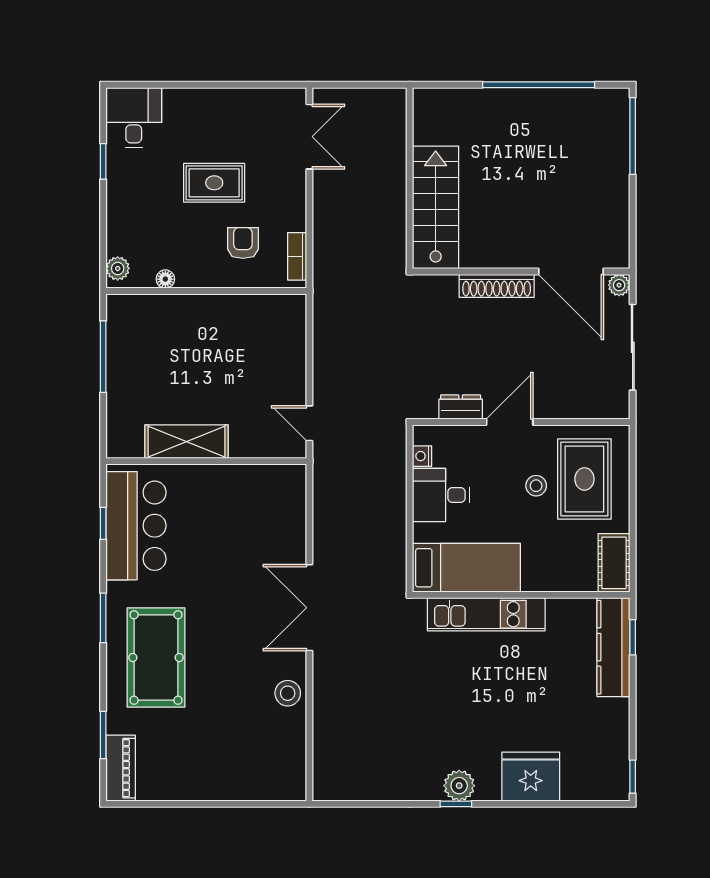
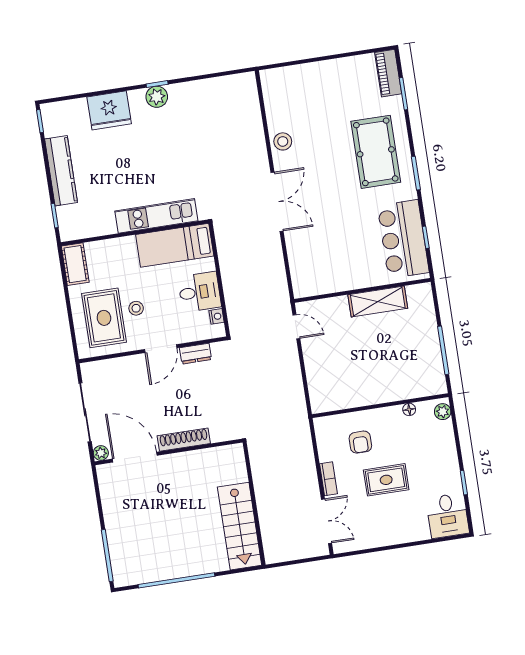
double door: (309, 137) -> (326, 521), swing flipped
stairs: (436, 207) -> (240, 526), moved
bookcase: (297, 256) -> (328, 479), moved
kitchen counter: (613, 647) -> (61, 171), moved

